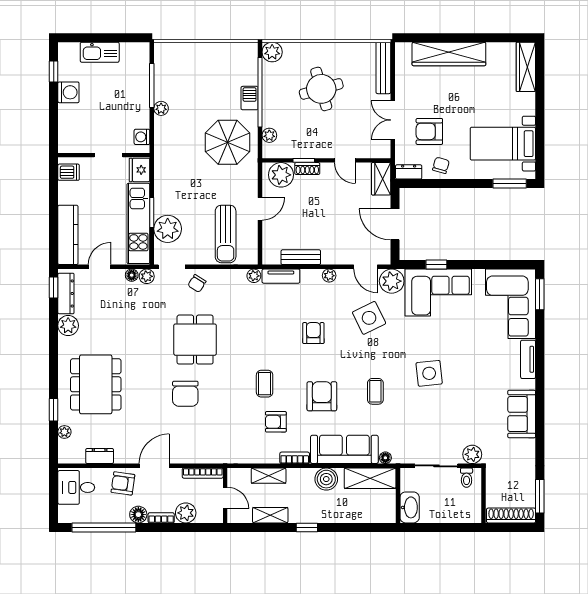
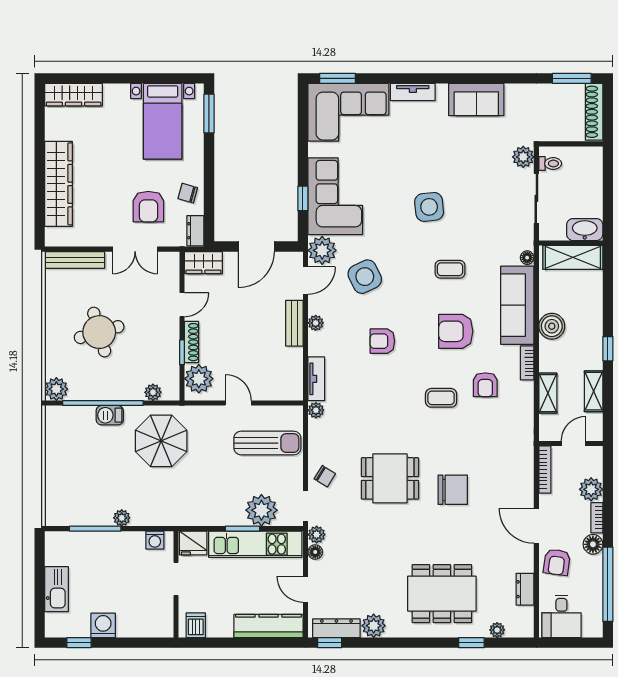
shoe rack: (307, 169) -> (191, 342), width x1.43
bench: (301, 257) -> (294, 323), moved
shelving: (370, 478) -> (573, 257), moved, turned 90

